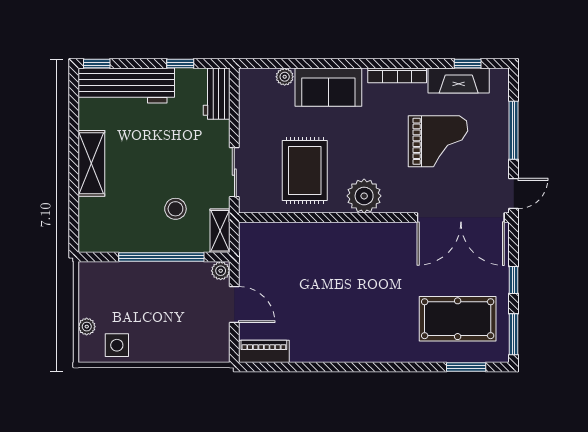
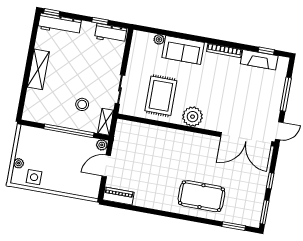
workbench: (126, 86) -> (60, 24), width x0.73, depth x0.76
workbench: (217, 94) -> (111, 33), moved, turned -90
grand piano: (438, 141) -> (241, 93), removed
door: (234, 305) -> (106, 166), swing flipped
pool table: (458, 319) -> (201, 196), moved

